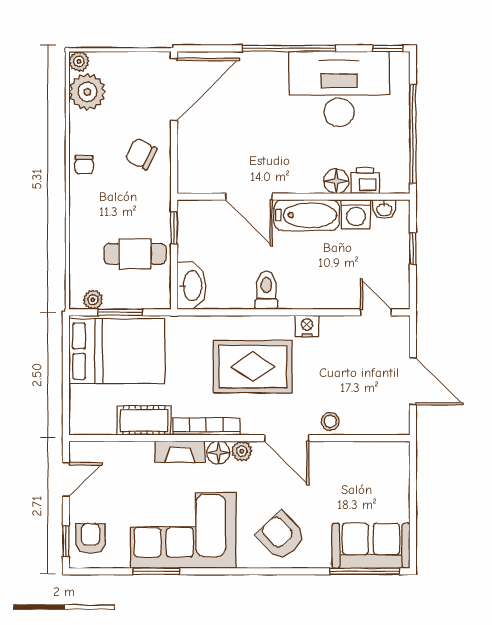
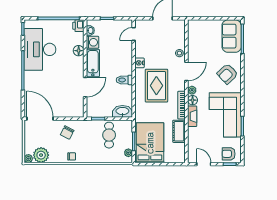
printer: (365, 181) -> (78, 26), moved

